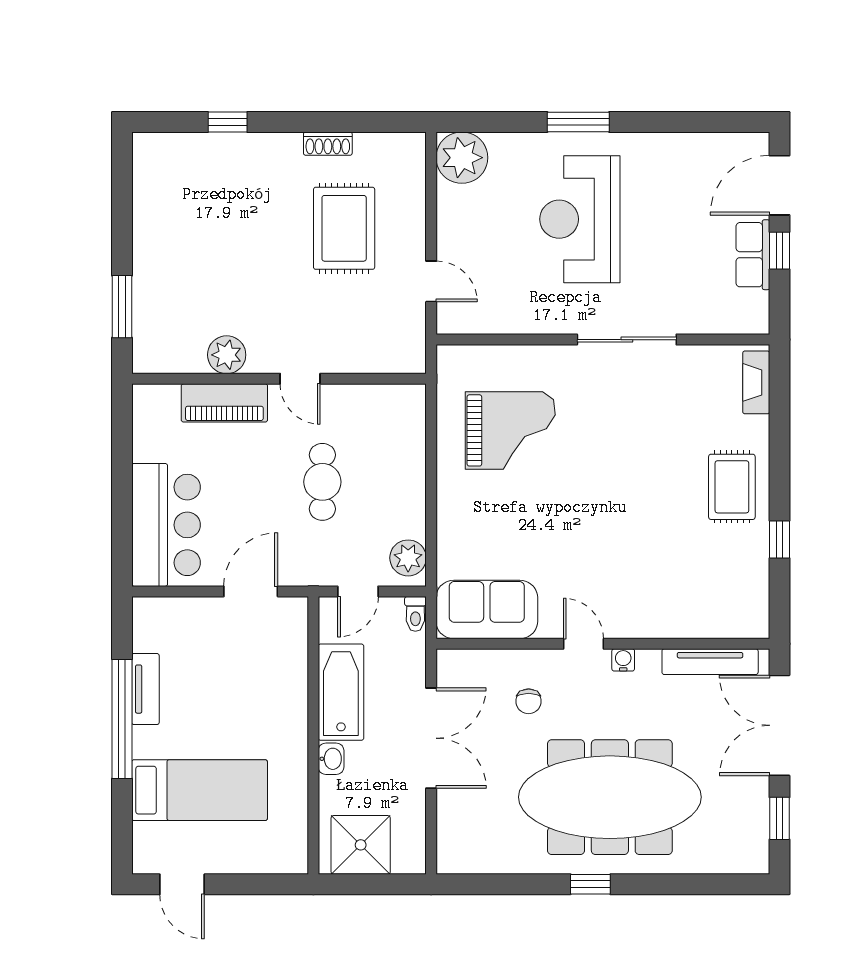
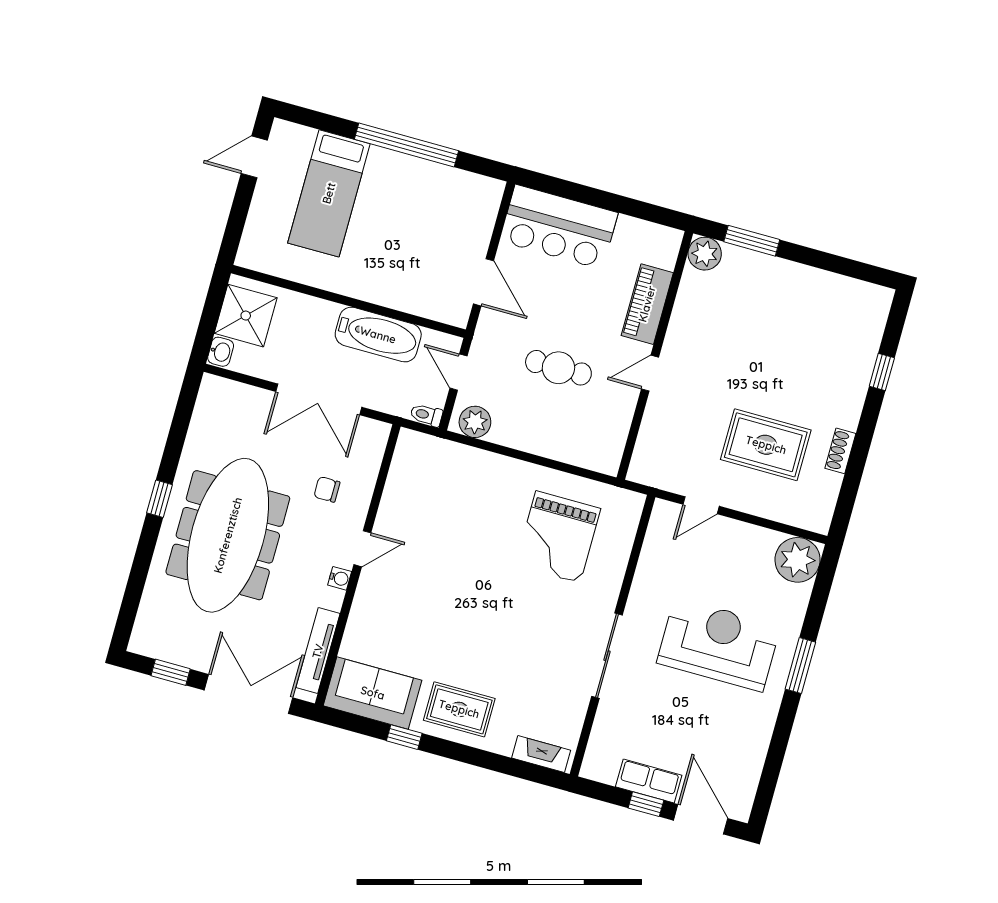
plant: (227, 355) -> (705, 254), moved
sofa: (487, 609) -> (373, 693), moved, turned -90
tv unit: (145, 689) -> (426, 172), removed
washbasin: (331, 759) -> (221, 352), moved, turned -90

